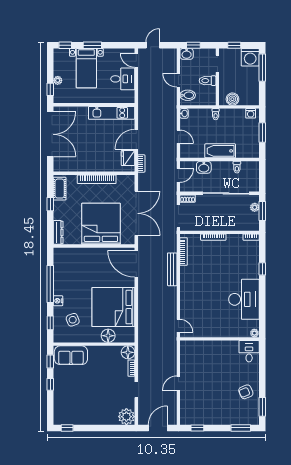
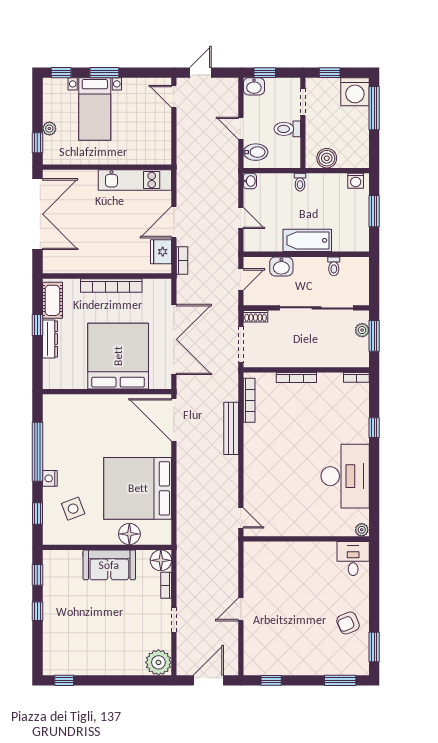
desk: (123, 79) -> (153, 126), removed
dresser: (58, 232) -> (50, 339), moved
sofa: (71, 355) -> (109, 565), moved

